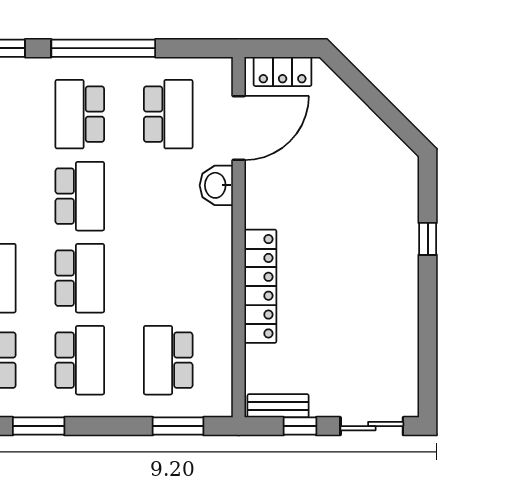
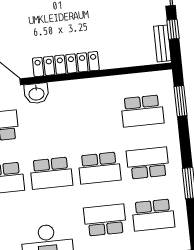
school desk: (80, 196) -> (51, 173), turned 180
school desk: (80, 278) -> (100, 168), turned 180
locker: (260, 286) -> (66, 64), moved

